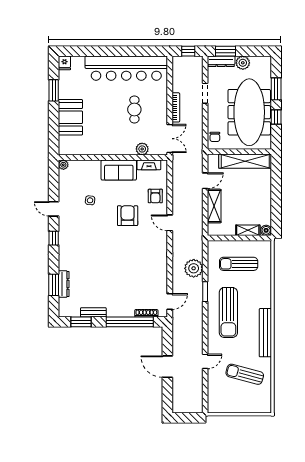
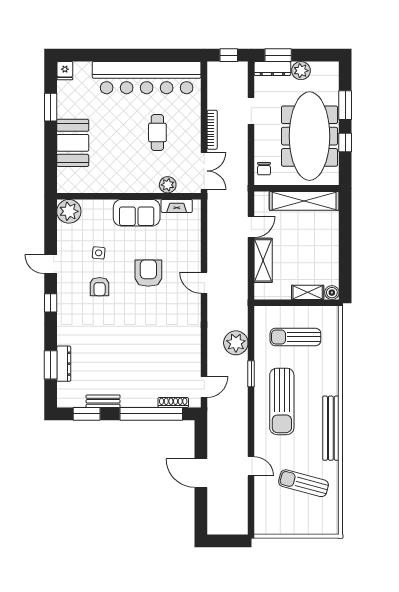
plant: (63, 165) -> (69, 211), width x1.88, depth x1.88
armchair: (155, 196) -> (100, 287), moved
door: (205, 361) -> (251, 466), hinge flipped

